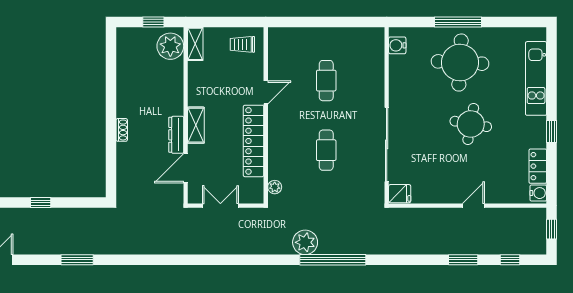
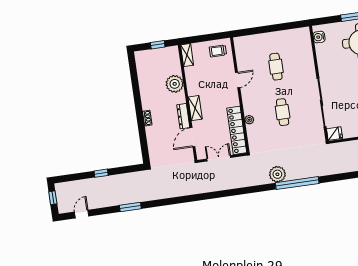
plant: (170, 46) -> (175, 84), moved
locker: (254, 141) -> (237, 130), moved
plant: (275, 187) -> (249, 120), moved

